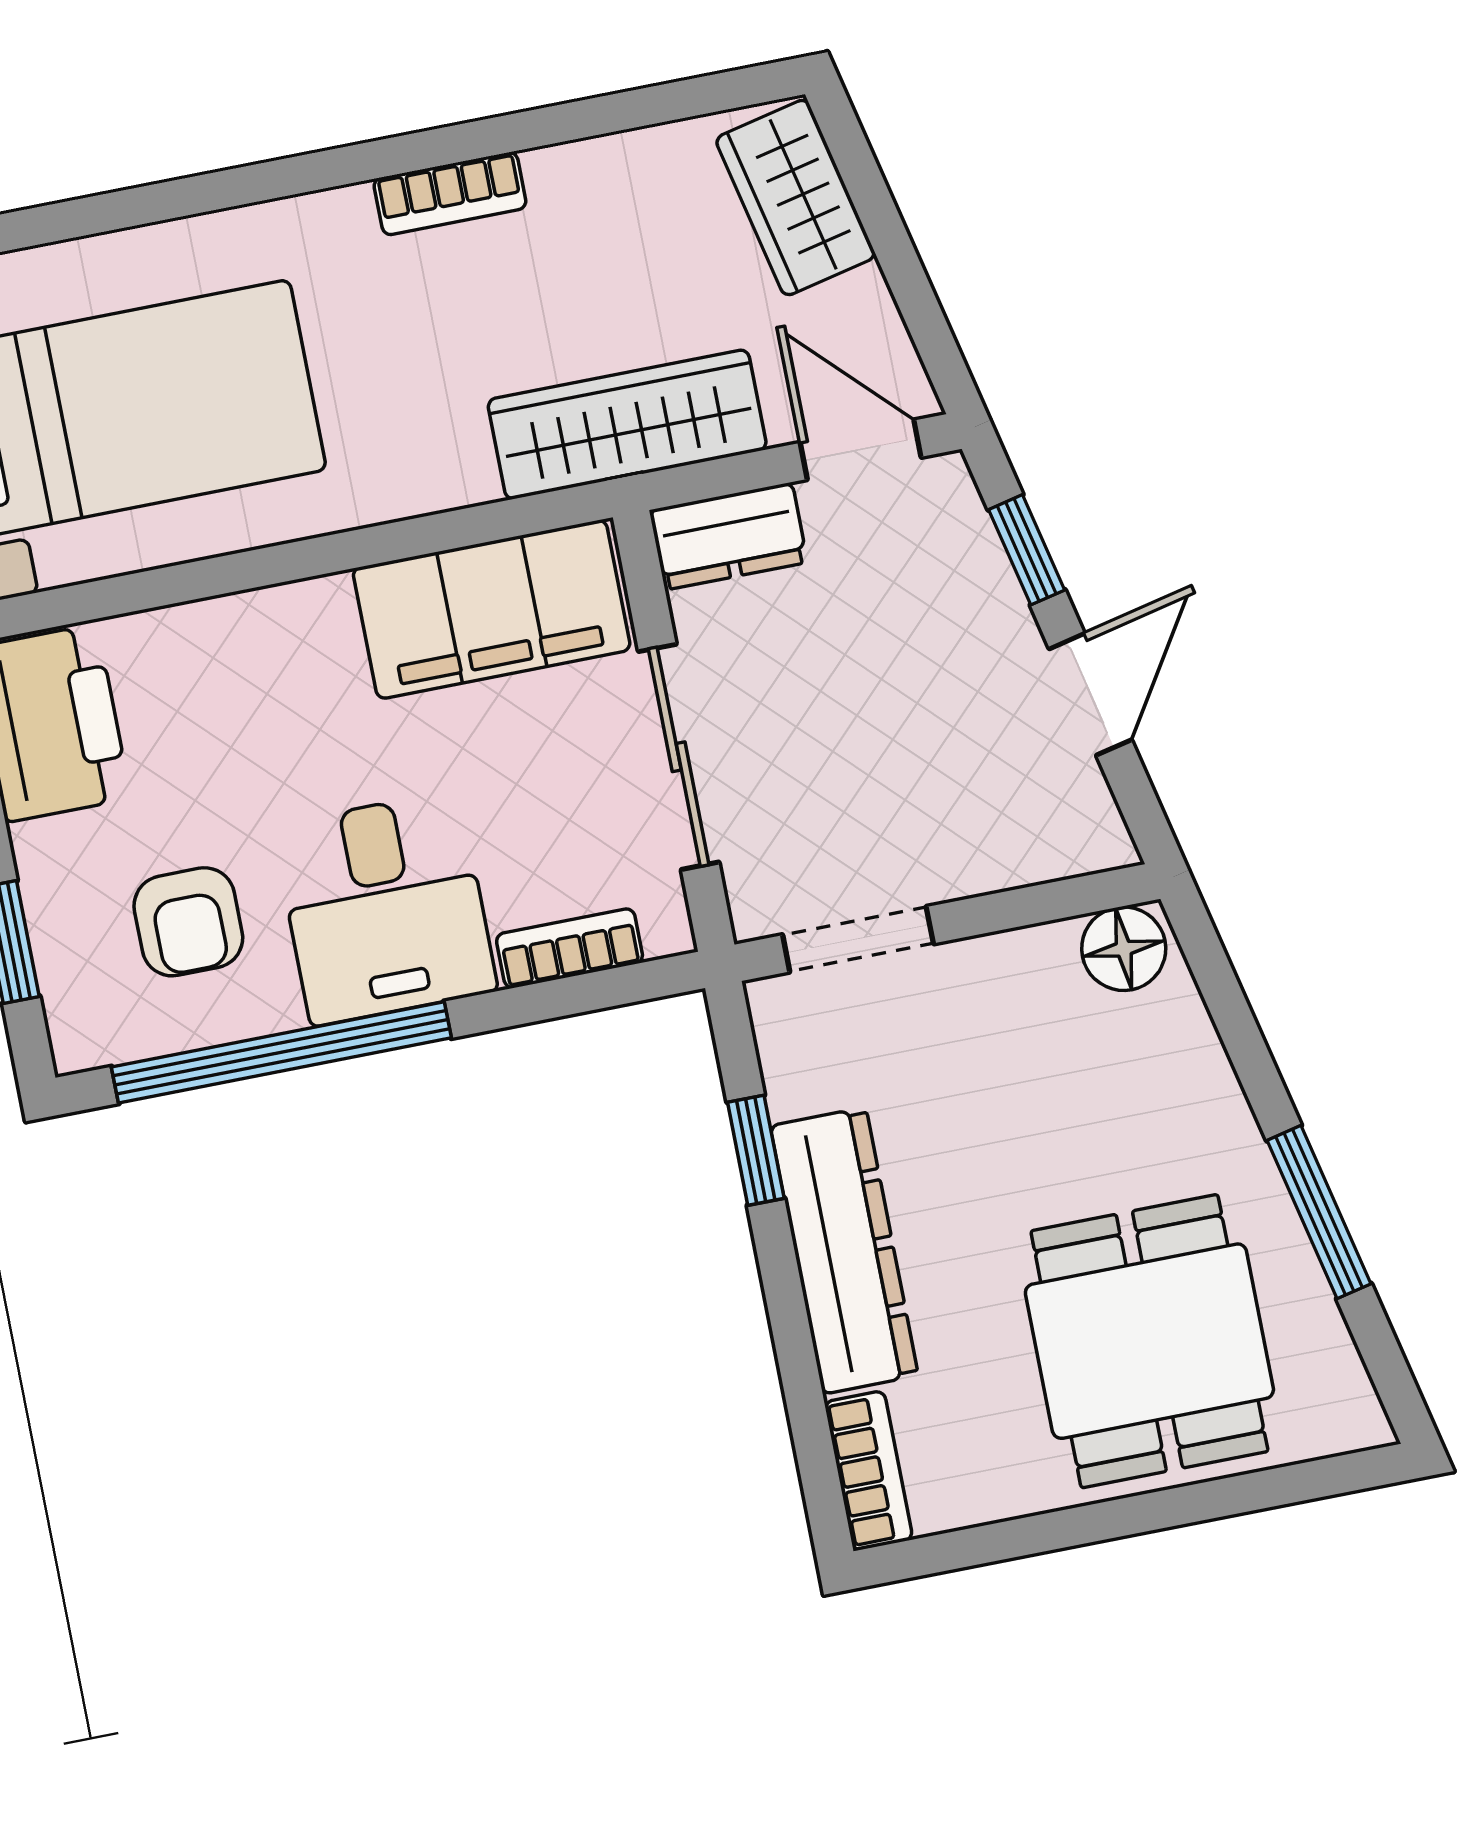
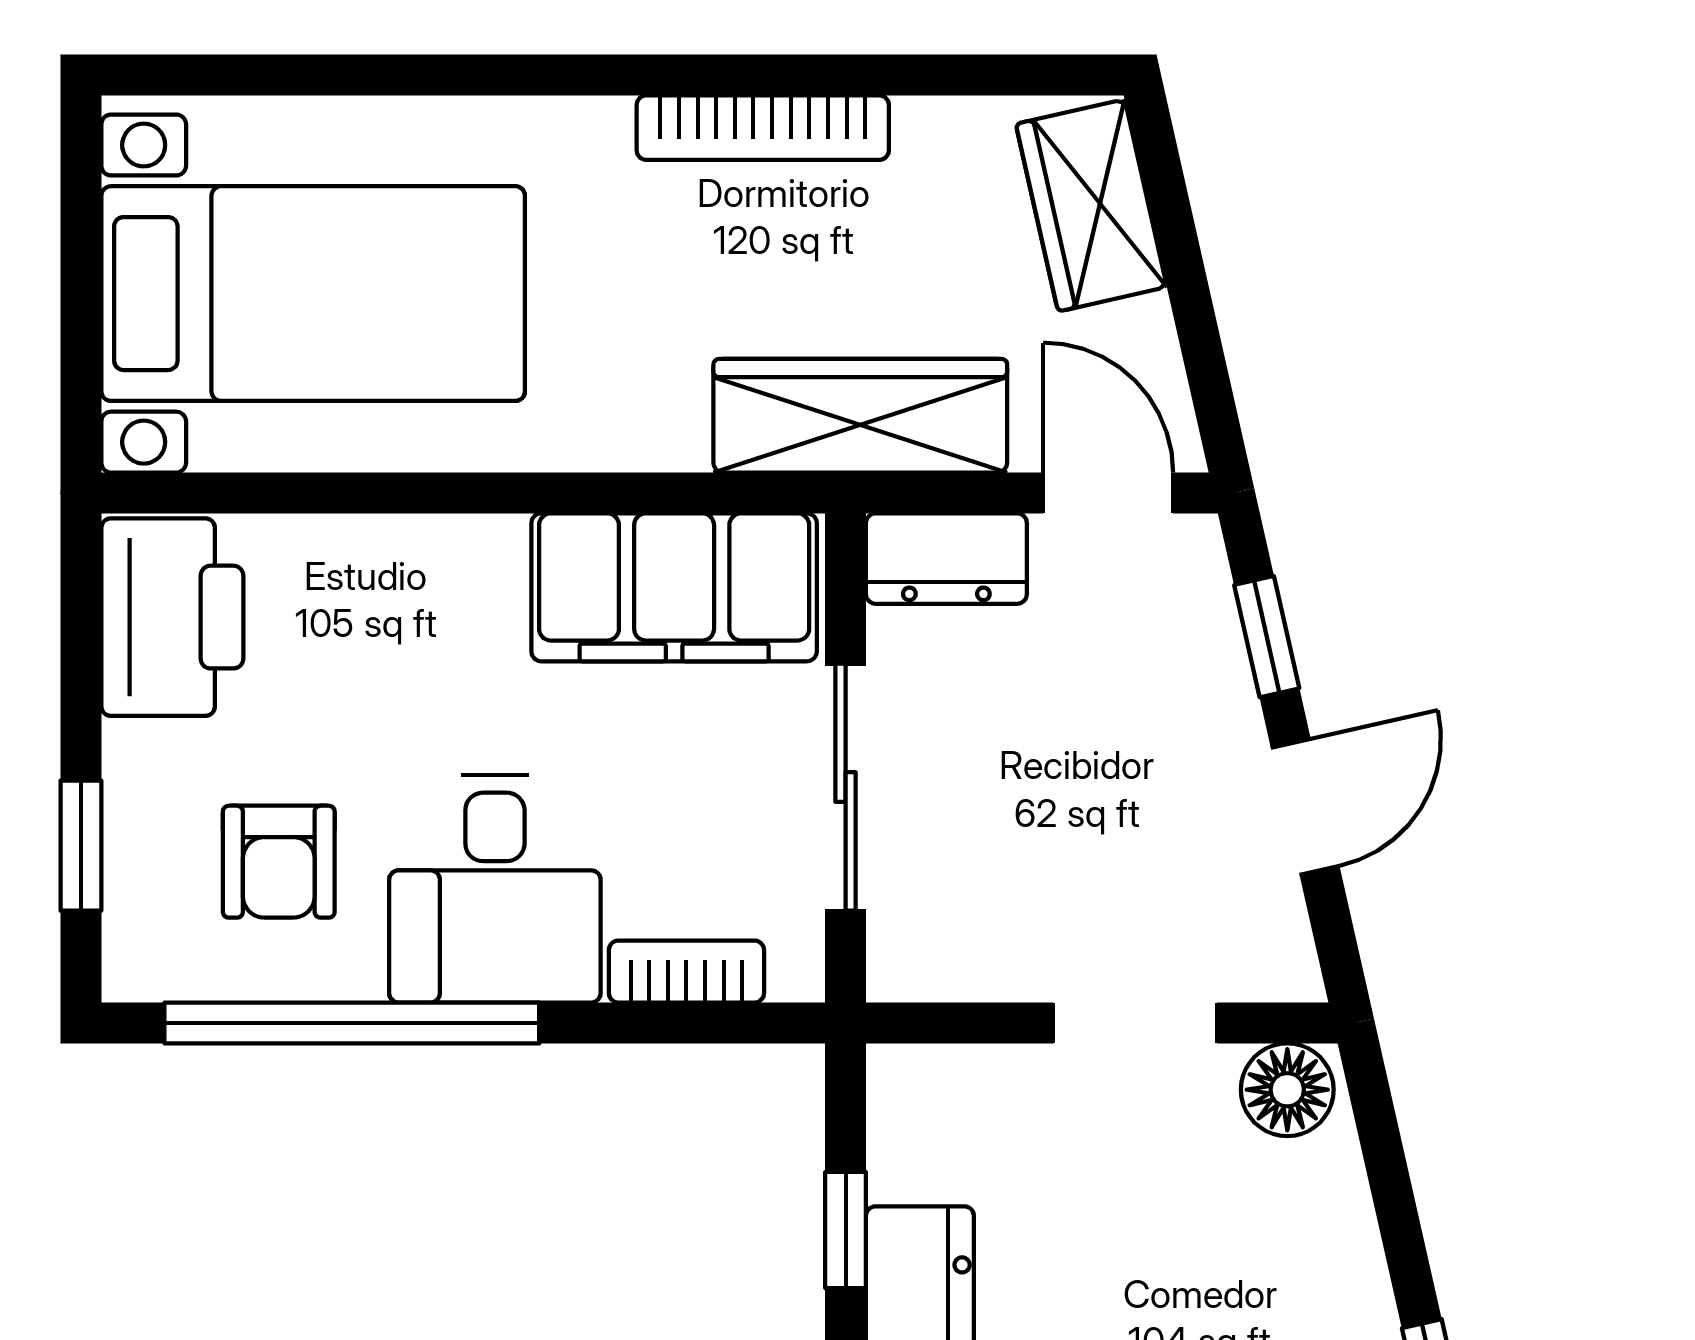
bookcase: (450, 193) -> (763, 128), width x1.56
doorway: (858, 939) -> (1135, 1023), moved

